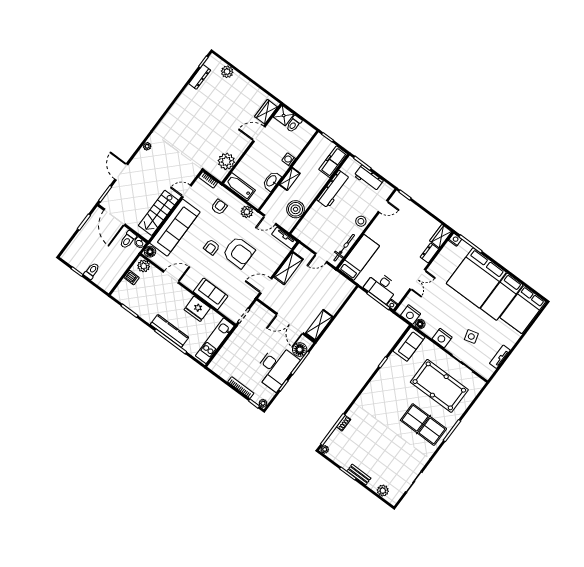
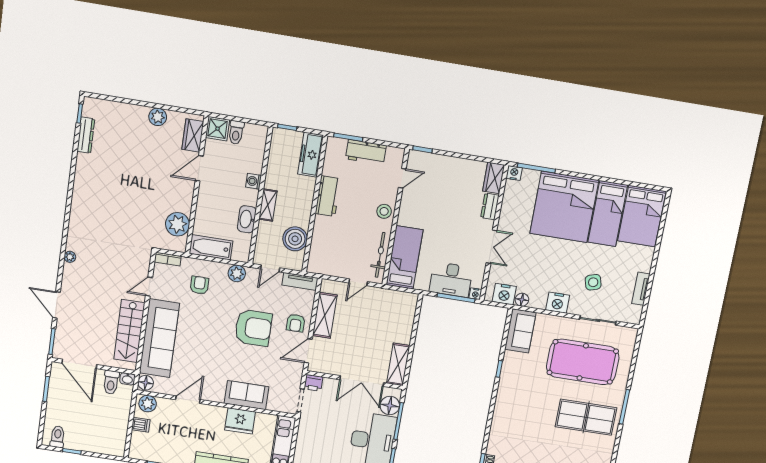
plant: (227, 72) -> (158, 117), moved
workbench: (333, 189) -> (328, 196), width x0.73
armchair: (212, 247) -> (296, 323), moved
toilet: (92, 271) -> (57, 437), moved
printer: (258, 309) -> (314, 383), added

